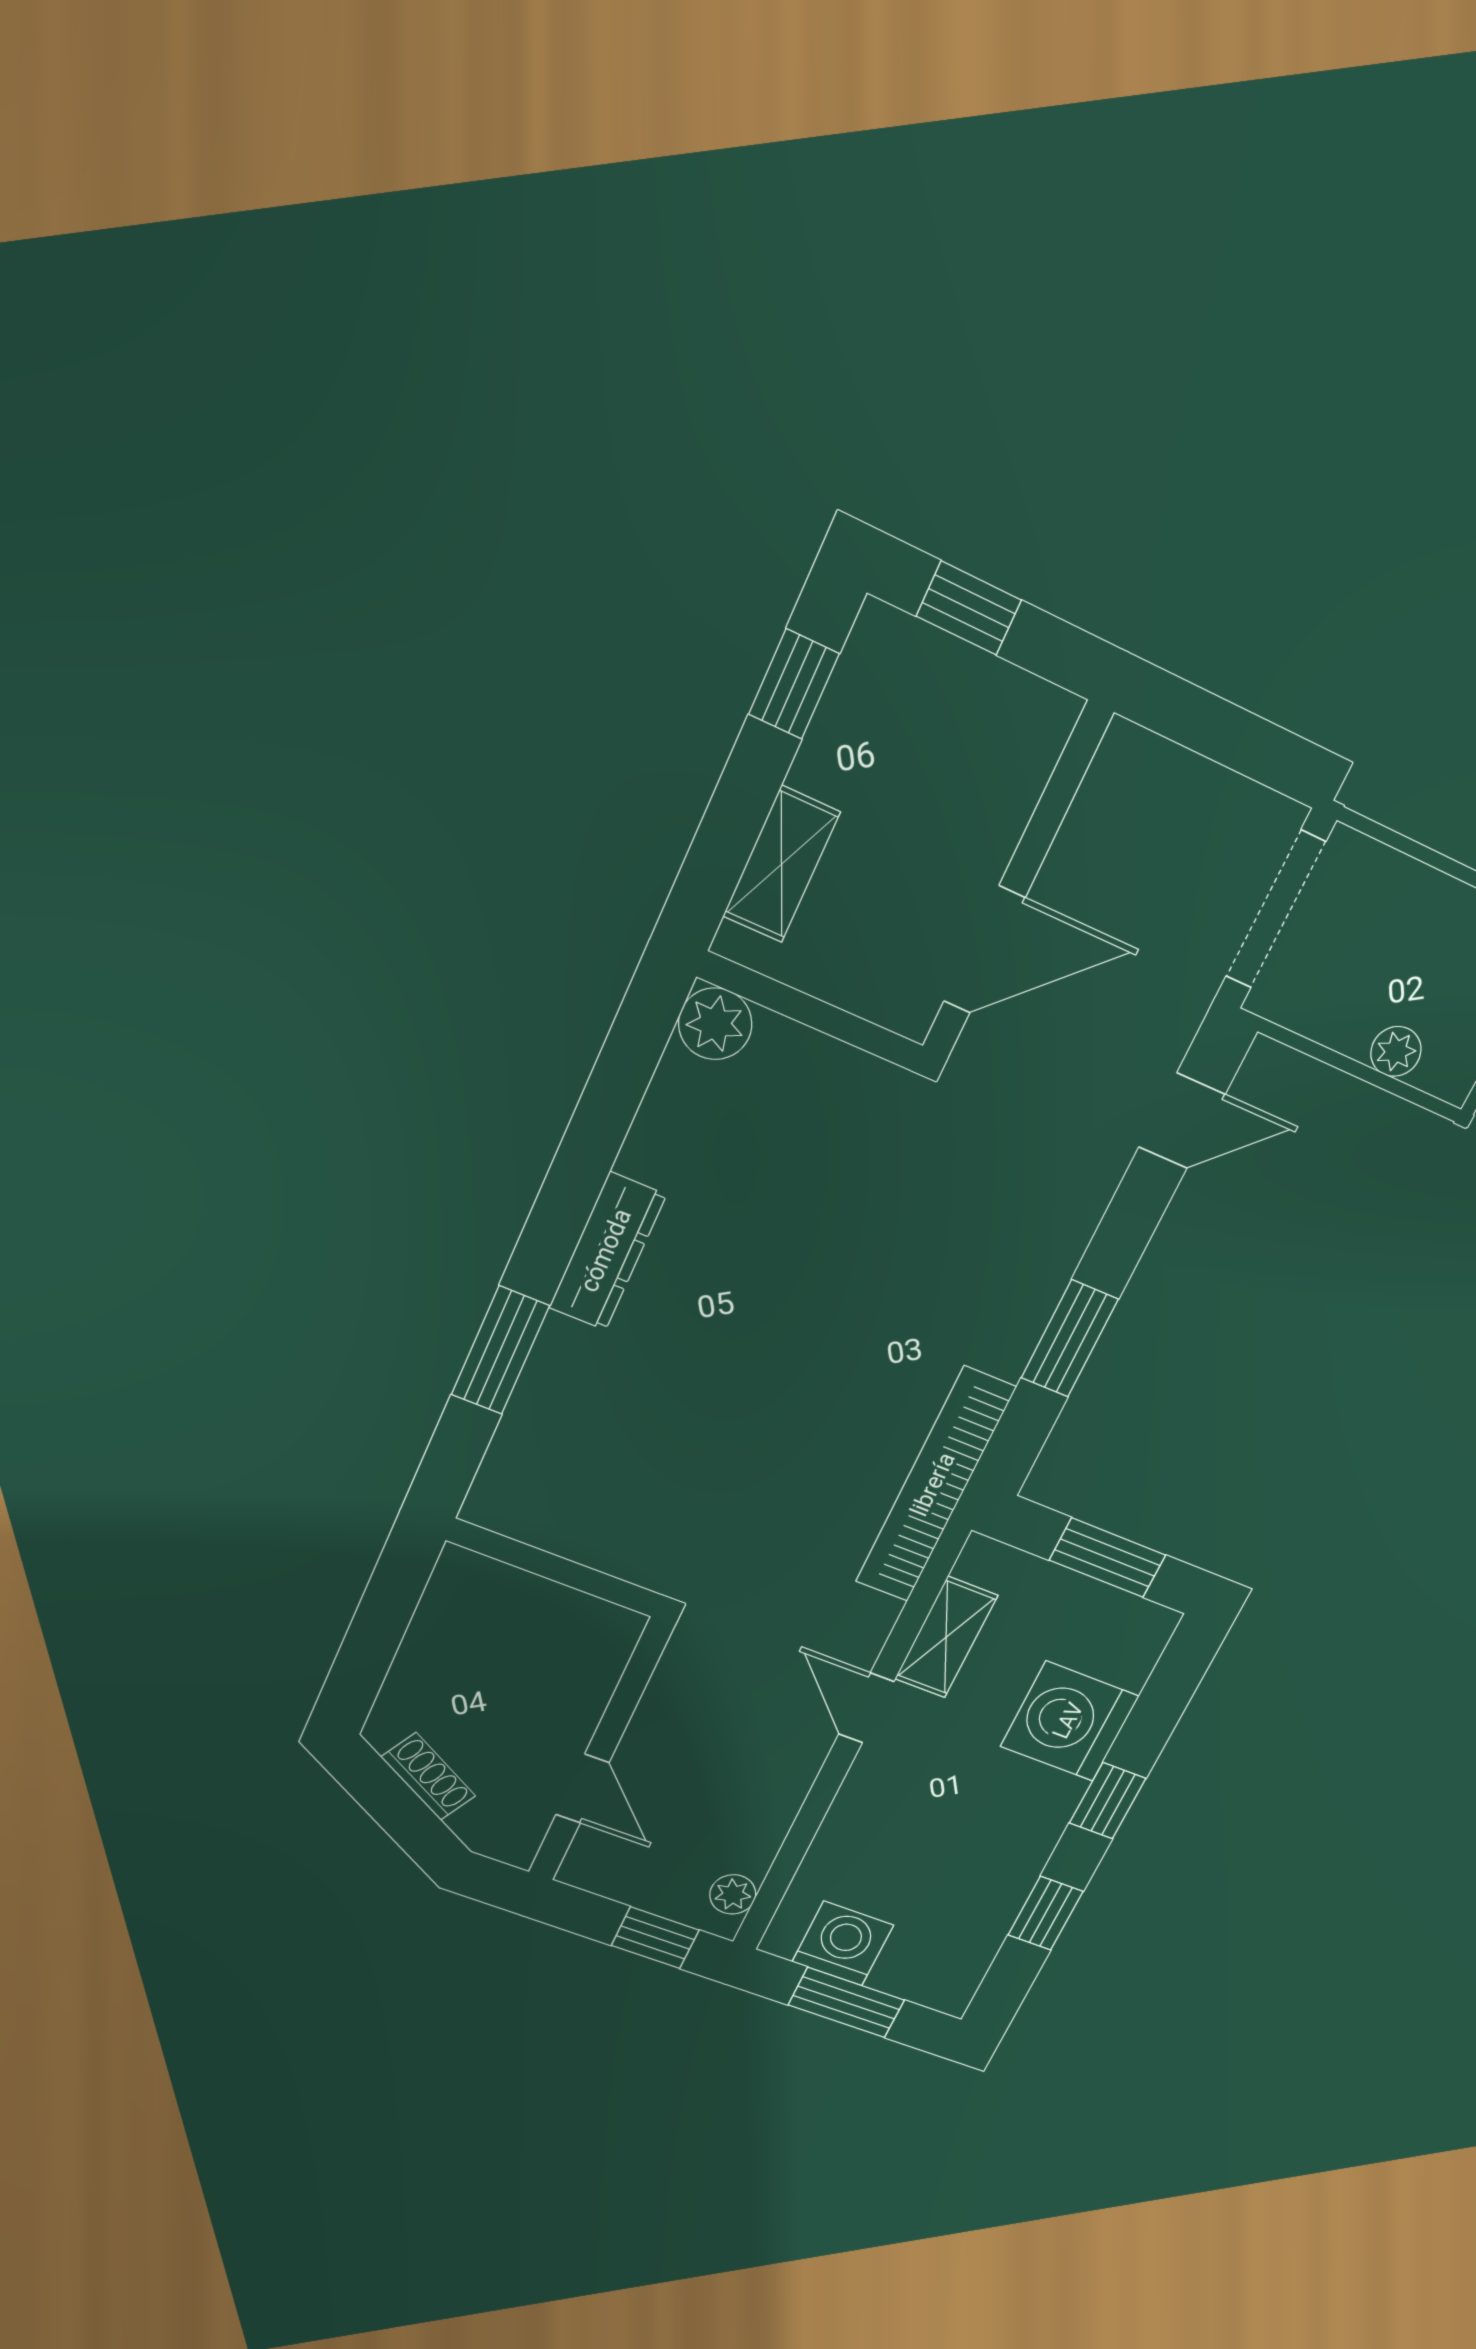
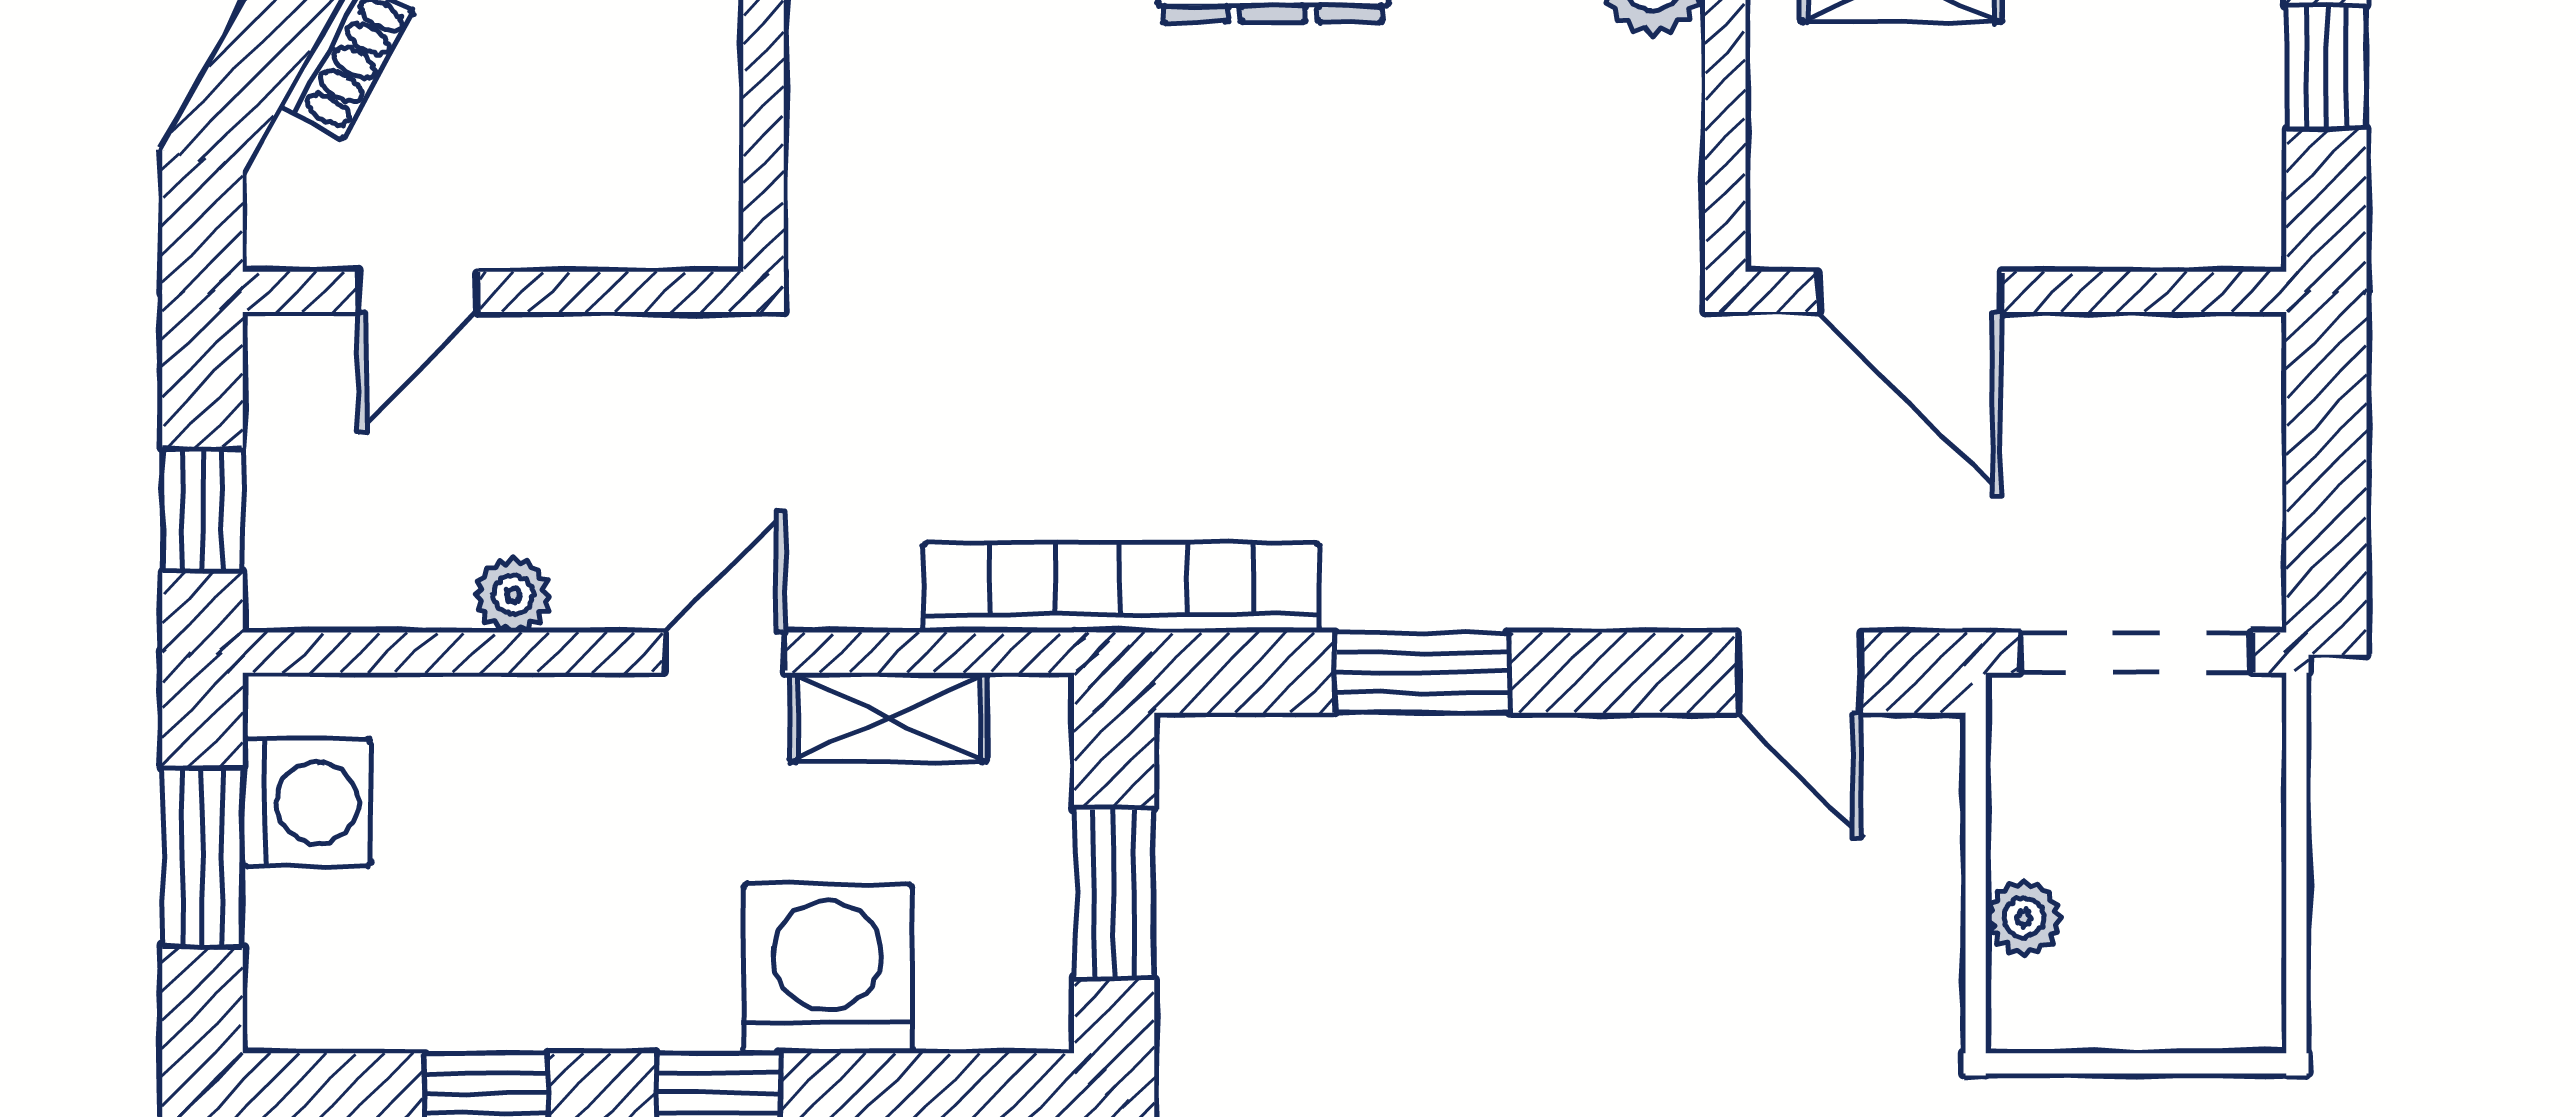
plant: (733, 1894) -> (513, 595), moved

